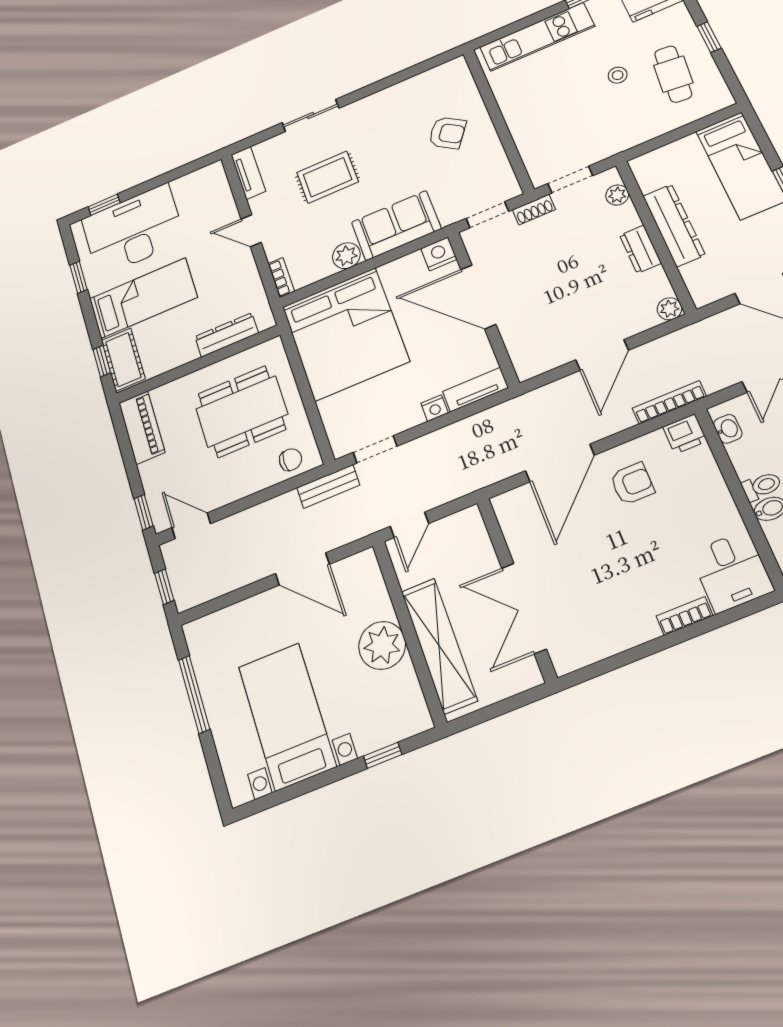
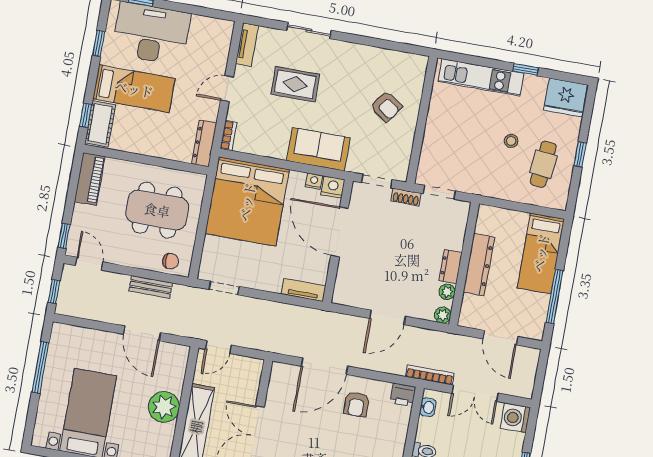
plant: (617, 195) -> (447, 292), moved
door: (251, 231) -> (227, 89), hinge flipped
plant: (346, 256) -> (277, 149), removed
dresser: (227, 335) -> (204, 143), moved, turned -90
bookcase: (669, 402) -> (430, 375), moved
nightstand: (435, 408) -> (314, 181), moved, turned 180
armchair: (632, 484) -> (356, 404), turned 90
bench: (328, 486) -> (151, 287), moved

